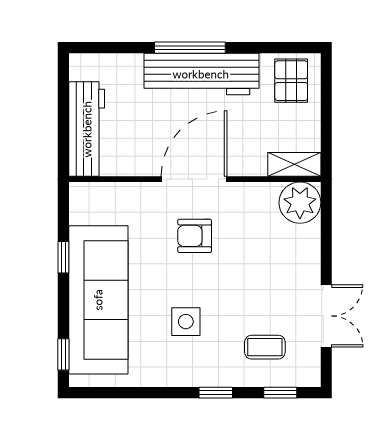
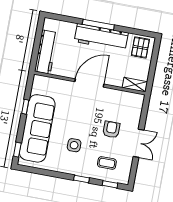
plant: (300, 203) -> (134, 102), removed
armchair: (195, 236) -> (111, 130), moved, turned 90
double door: (326, 316) -> (139, 143), moved

